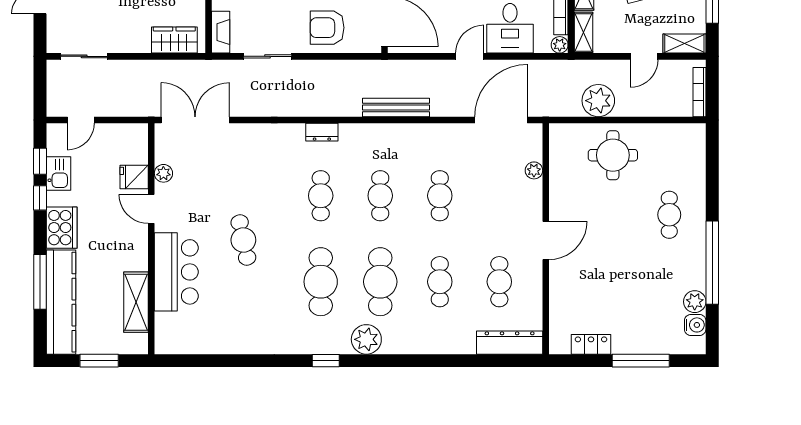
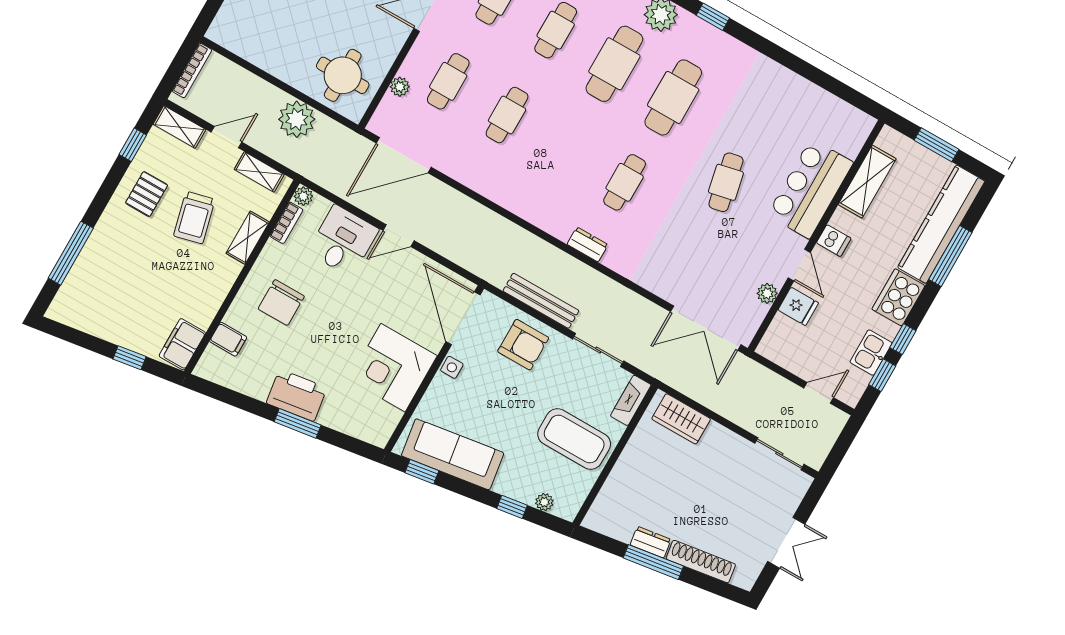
shelving: (583, 32) -> (259, 172), moved, turned 90
bench: (396, 107) -> (541, 301), moved
round table: (613, 155) -> (343, 75), moved
cafe table: (380, 196) -> (448, 81), moved
dishwasher: (136, 243) -> (834, 241), added

